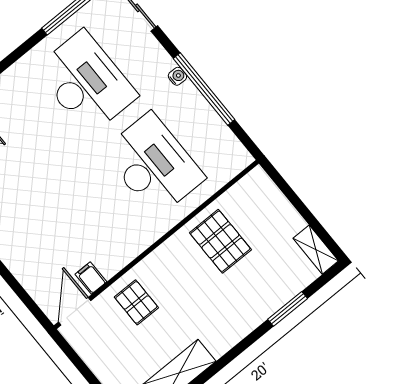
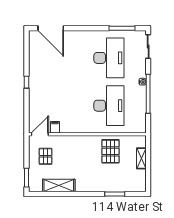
shelving: (316, 250) -> (141, 158), moved
pallet: (136, 302) -> (46, 156), moved

